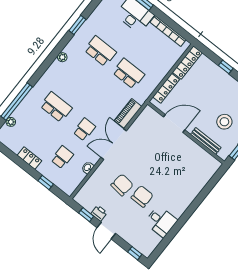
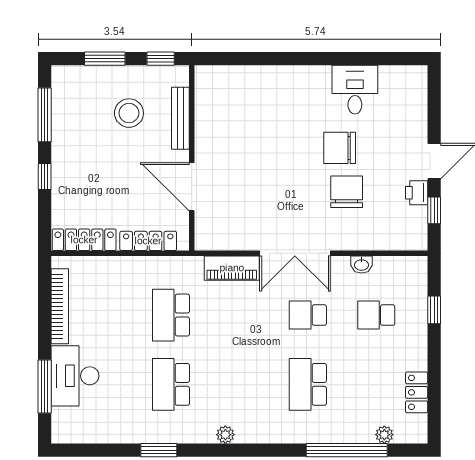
locker: (29, 158) -> (417, 392), moved
chair: (122, 185) -> (347, 192), turned 83
window: (135, 253) -> (434, 91), removed

